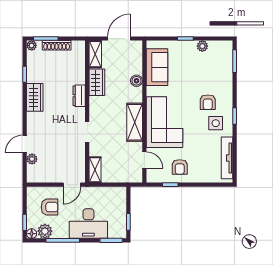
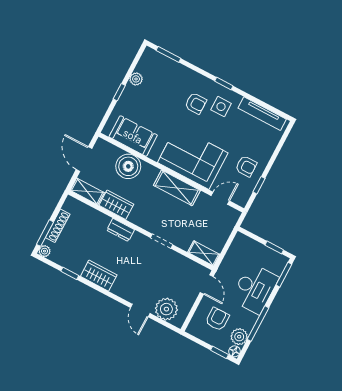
boiler: (136, 81) -> (128, 166), width x1.86, depth x1.86
plant: (32, 159) -> (166, 309), width x1.88, depth x1.88

